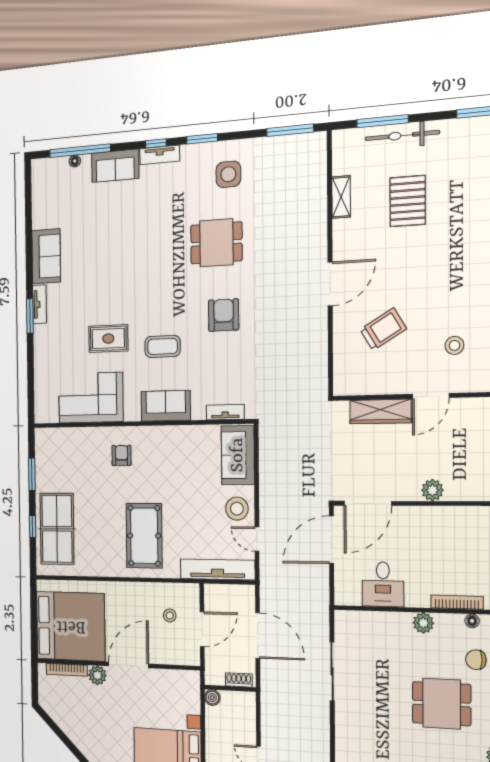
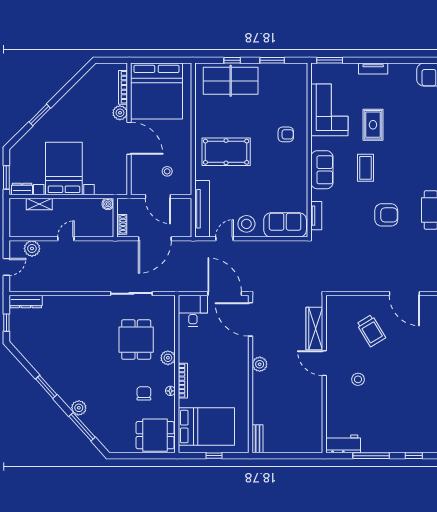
tv unit: (40, 304) -> (373, 69), moved
window: (30, 316) -> (330, 60), moved
desk: (383, 584) -> (193, 311), moved, turned 90
dining table: (442, 704) -> (136, 340), moved

